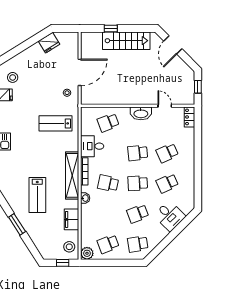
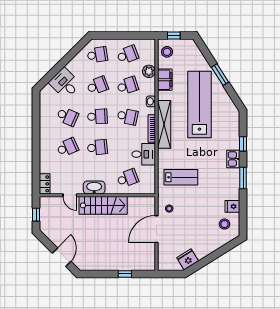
stairs: (126, 41) -> (103, 205), moved, turned 180
school desk: (167, 183) -> (67, 116), turned 48
lab bench: (37, 195) -> (199, 104), width x1.86, depth x1.39
school desk: (108, 214) -> (127, 86), added
plant: (87, 253) -> (149, 71), moved

